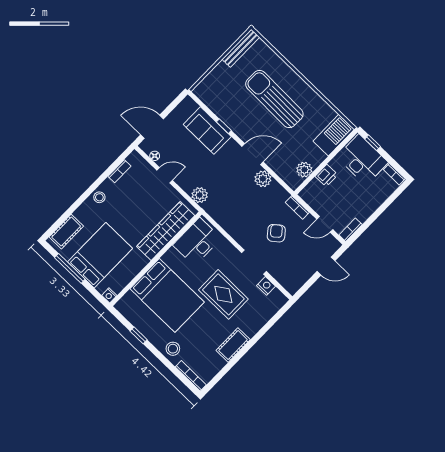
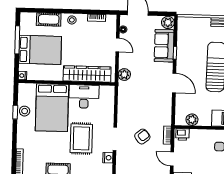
printer: (326, 176) -> (183, 135), moved
plant: (263, 179) -> (168, 22), moved
cot: (66, 232) -> (49, 19), moved
desk: (197, 242) -> (84, 96), moved
stool: (173, 349) -> (25, 111), moved

